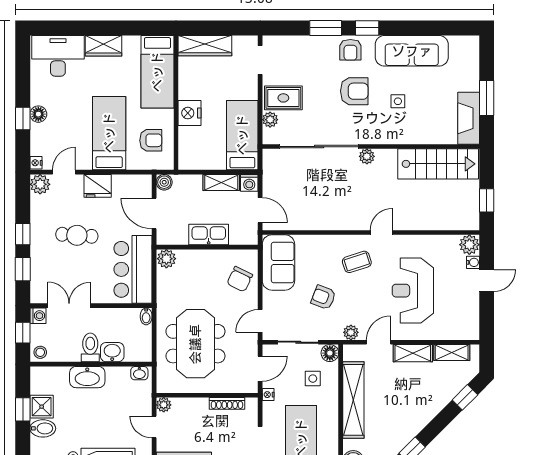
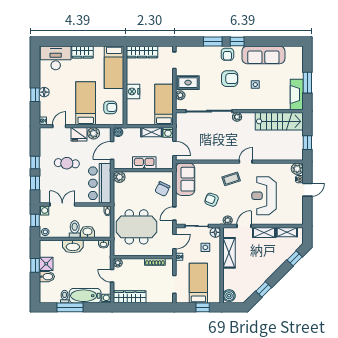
plant: (40, 184) -> (94, 133), moved
door: (154, 213) -> (112, 150), hinge flipped
meeting table: (195, 344) -> (136, 227), turned 90
shelving: (353, 400) -> (229, 253), width x0.68

